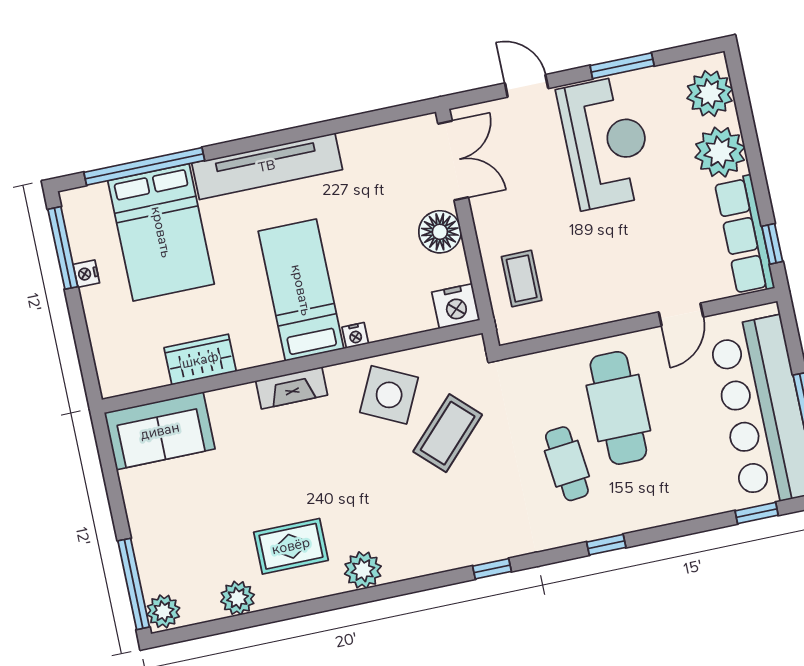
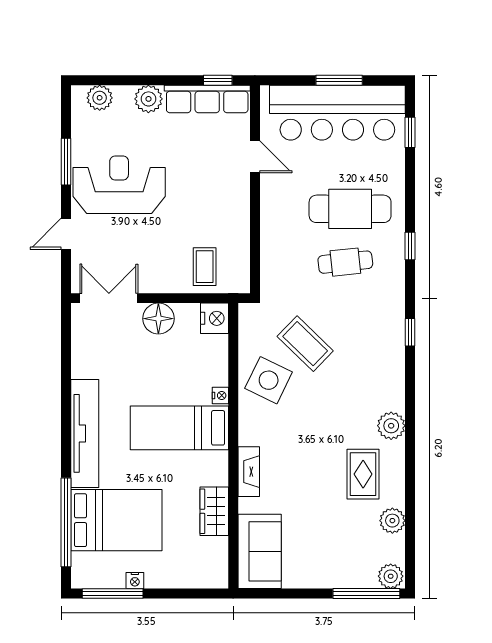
plant: (710, 94) -> (100, 98), width x0.73, depth x0.73
plant: (720, 152) -> (148, 99), width x0.73, depth x0.73
coffee table: (522, 279) -> (205, 267), turned 90
fireplace: (292, 388) -> (249, 472), moved
cafe table: (618, 408) -> (350, 209), moved

